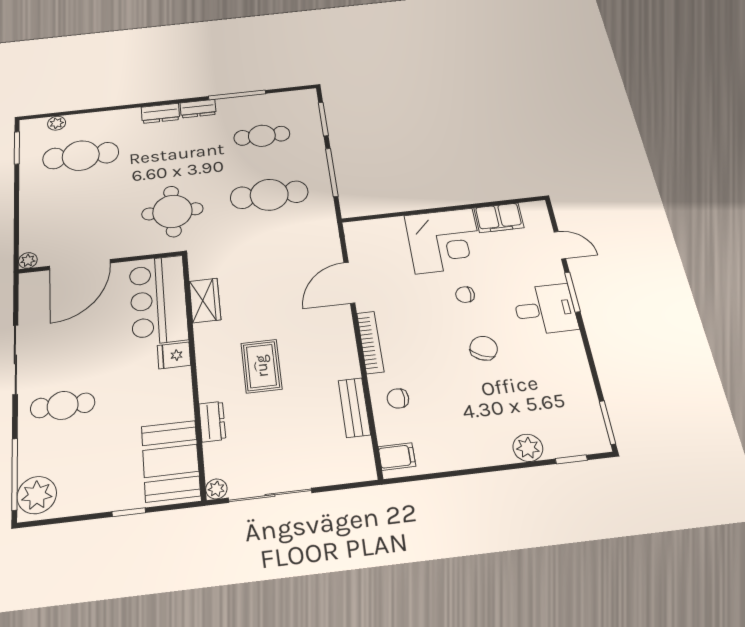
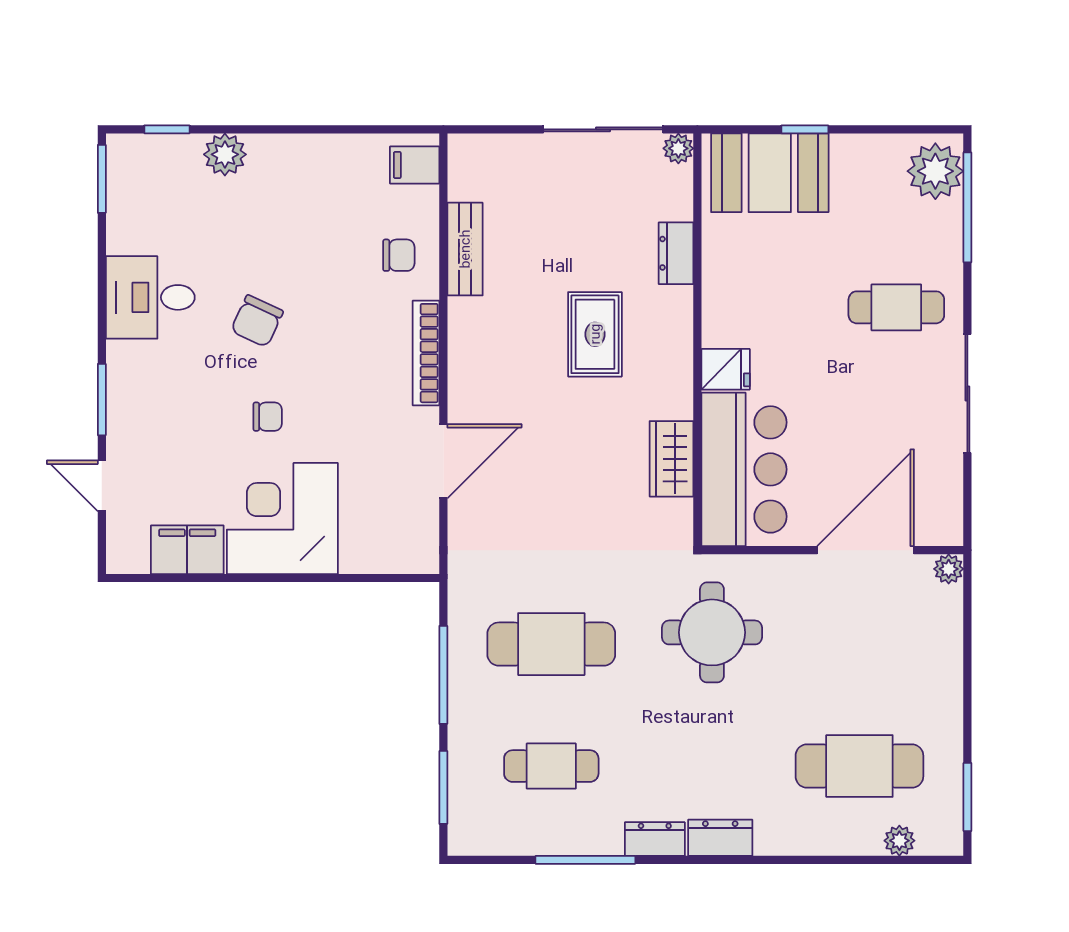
desk: (545, 309) -> (150, 297), moved
booth: (171, 461) -> (770, 173), moved, turned 90

